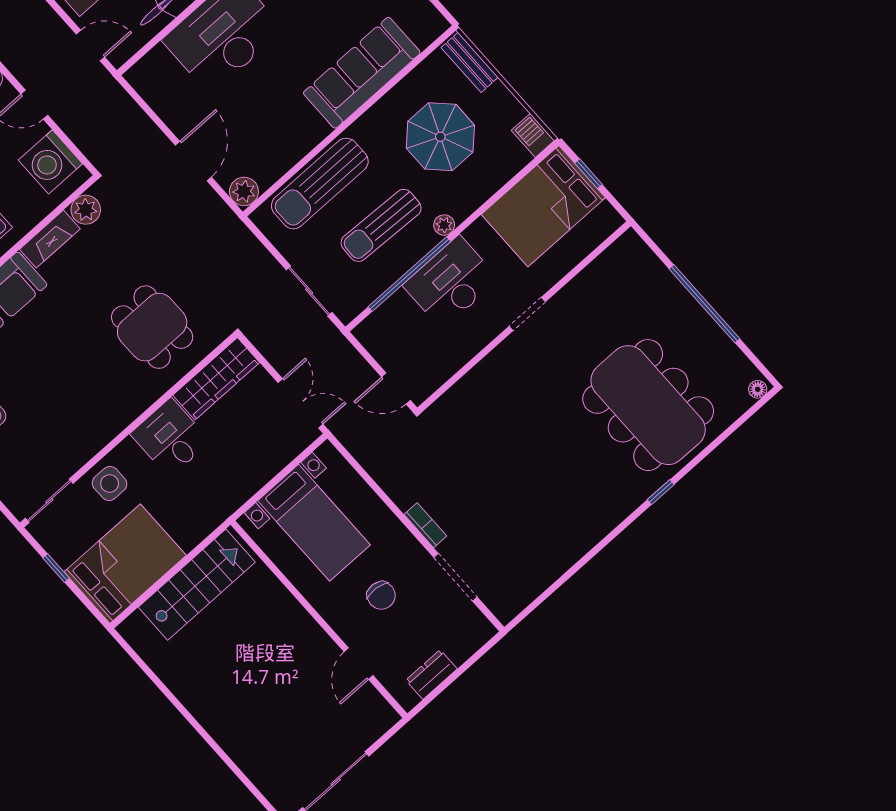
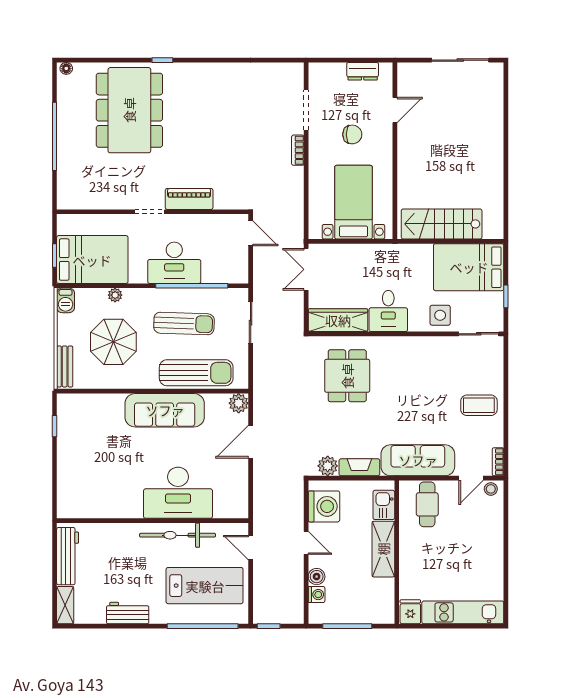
sofa: (362, 73) -> (165, 410), moved
plant: (444, 225) -> (115, 295), moved
piano: (497, 366) -> (189, 199), added
chair: (381, 595) -> (352, 134), turned 85

